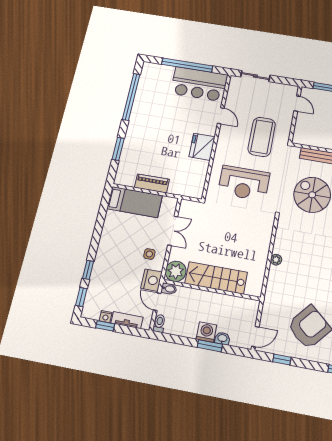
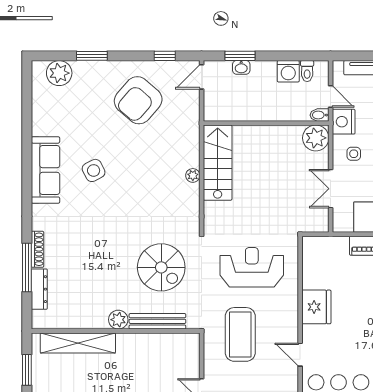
stairs: (216, 278) -> (218, 163), moved, turned -90
toilet: (159, 323) -> (307, 71), moved
washing machine: (206, 332) -> (288, 71), moved
window: (210, 346) -> (240, 56), moved

